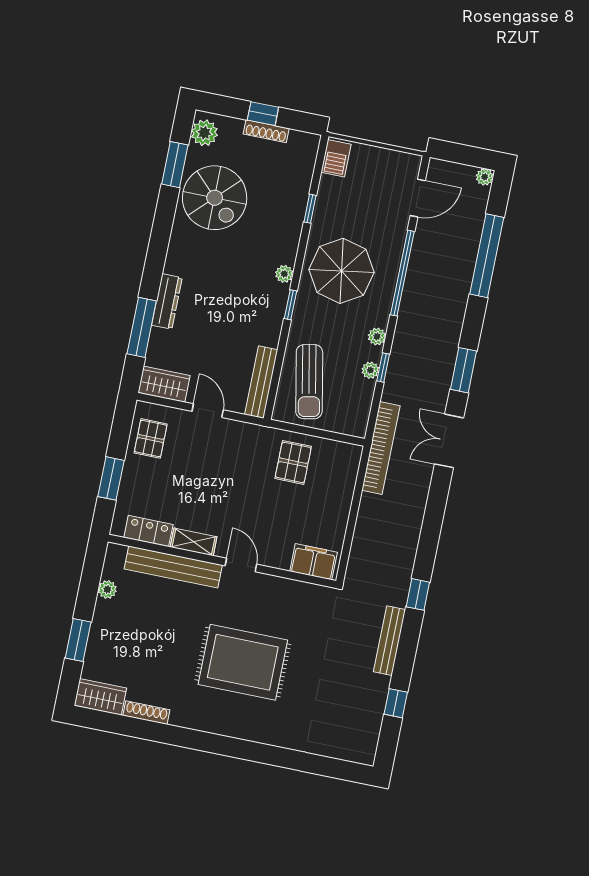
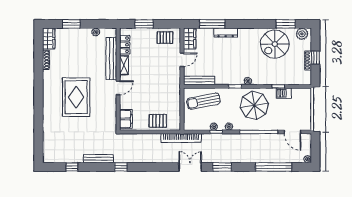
barbecue: (336, 158) -> (284, 93), moved
pallet: (293, 462) -> (158, 121), moved

